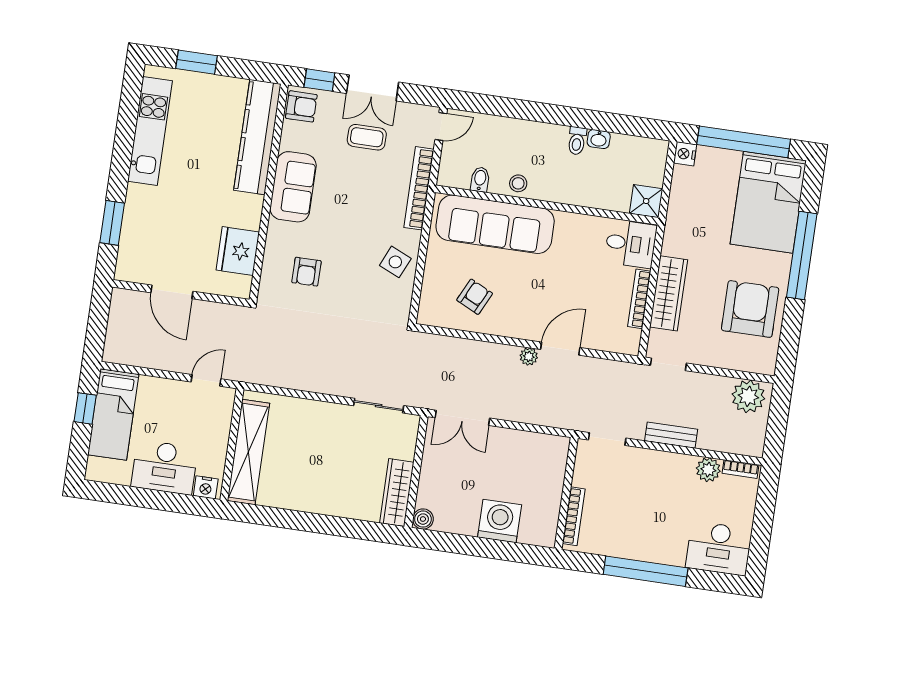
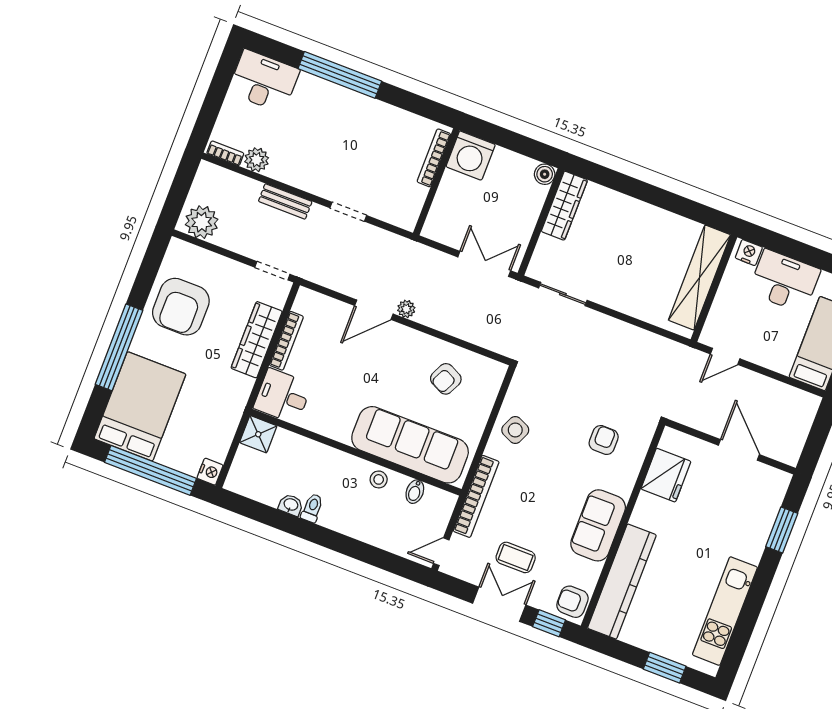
wall: (566, 493) -> (436, 182), moved
bookcase: (574, 516) -> (434, 158), moved

